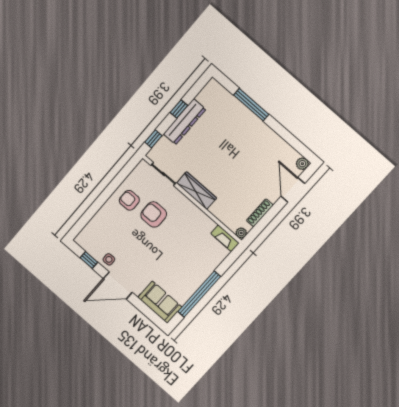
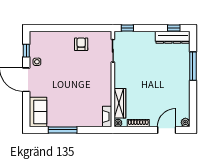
window: (179, 109) -> (174, 28), moved
dresser: (185, 122) -> (173, 37), moved
wardrobe: (197, 191) -> (120, 103), moved
armchair: (154, 214) -> (85, 65), removed
window: (199, 294) -> (63, 130), width x0.68

